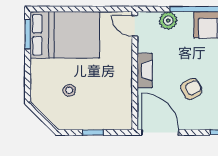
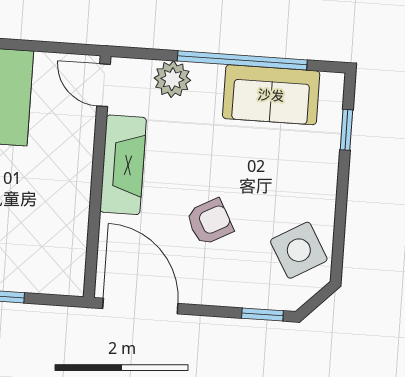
fireplace: (145, 70) -> (123, 165), width x1.37, depth x1.32

